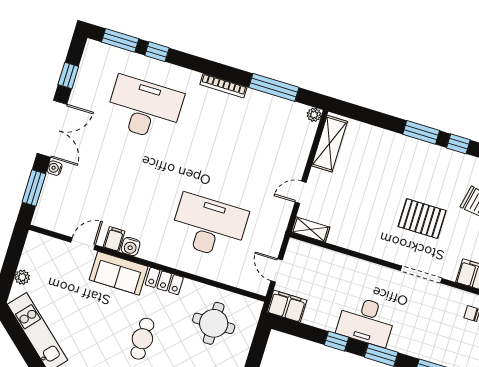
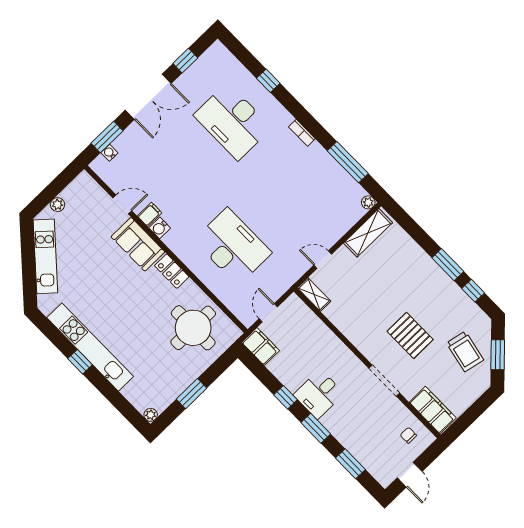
window: (120, 40) -> (243, 55), removed
bookcase: (223, 86) -> (302, 133), width x0.64
desk: (144, 108) -> (233, 121), turned 180
water cooler: (55, 168) -> (109, 153), moved
desk: (366, 321) -> (319, 394), width x0.73
round table: (214, 323) -> (193, 328), width x1.36, depth x1.36
cafe table: (142, 339) -> (128, 308), removed

